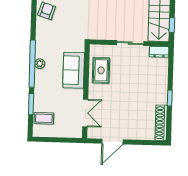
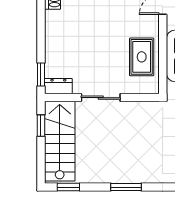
window: (170, 98) -> (41, 75), moved

